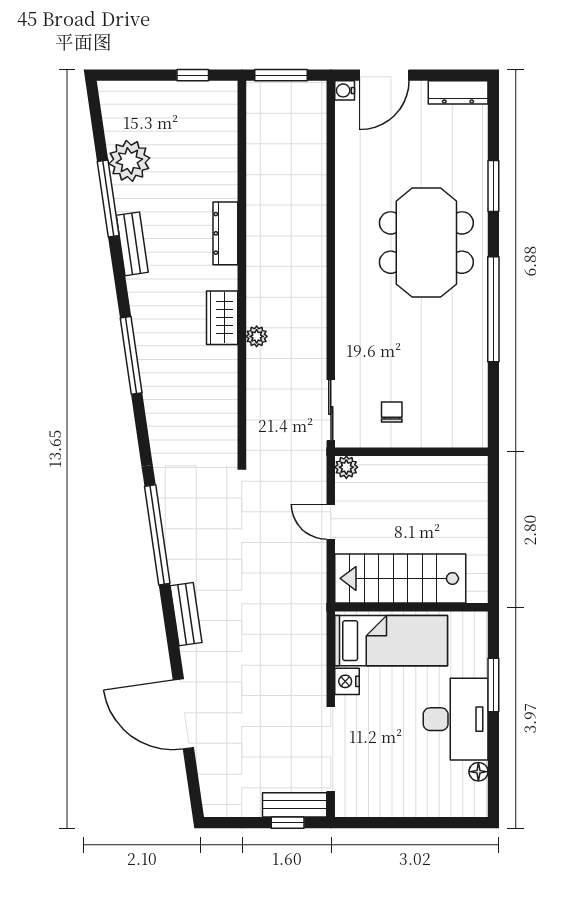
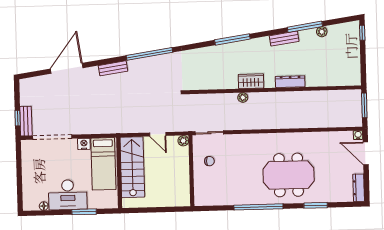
window: (193, 75) -> (362, 33), moved
plant: (129, 161) -> (322, 32), width x0.53, depth x0.53
door: (331, 522) -> (158, 134), swing flipped

